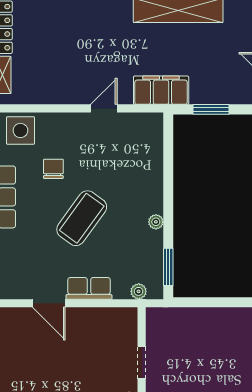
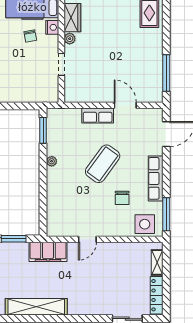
plant: (139, 291) -> (63, 113), removed

